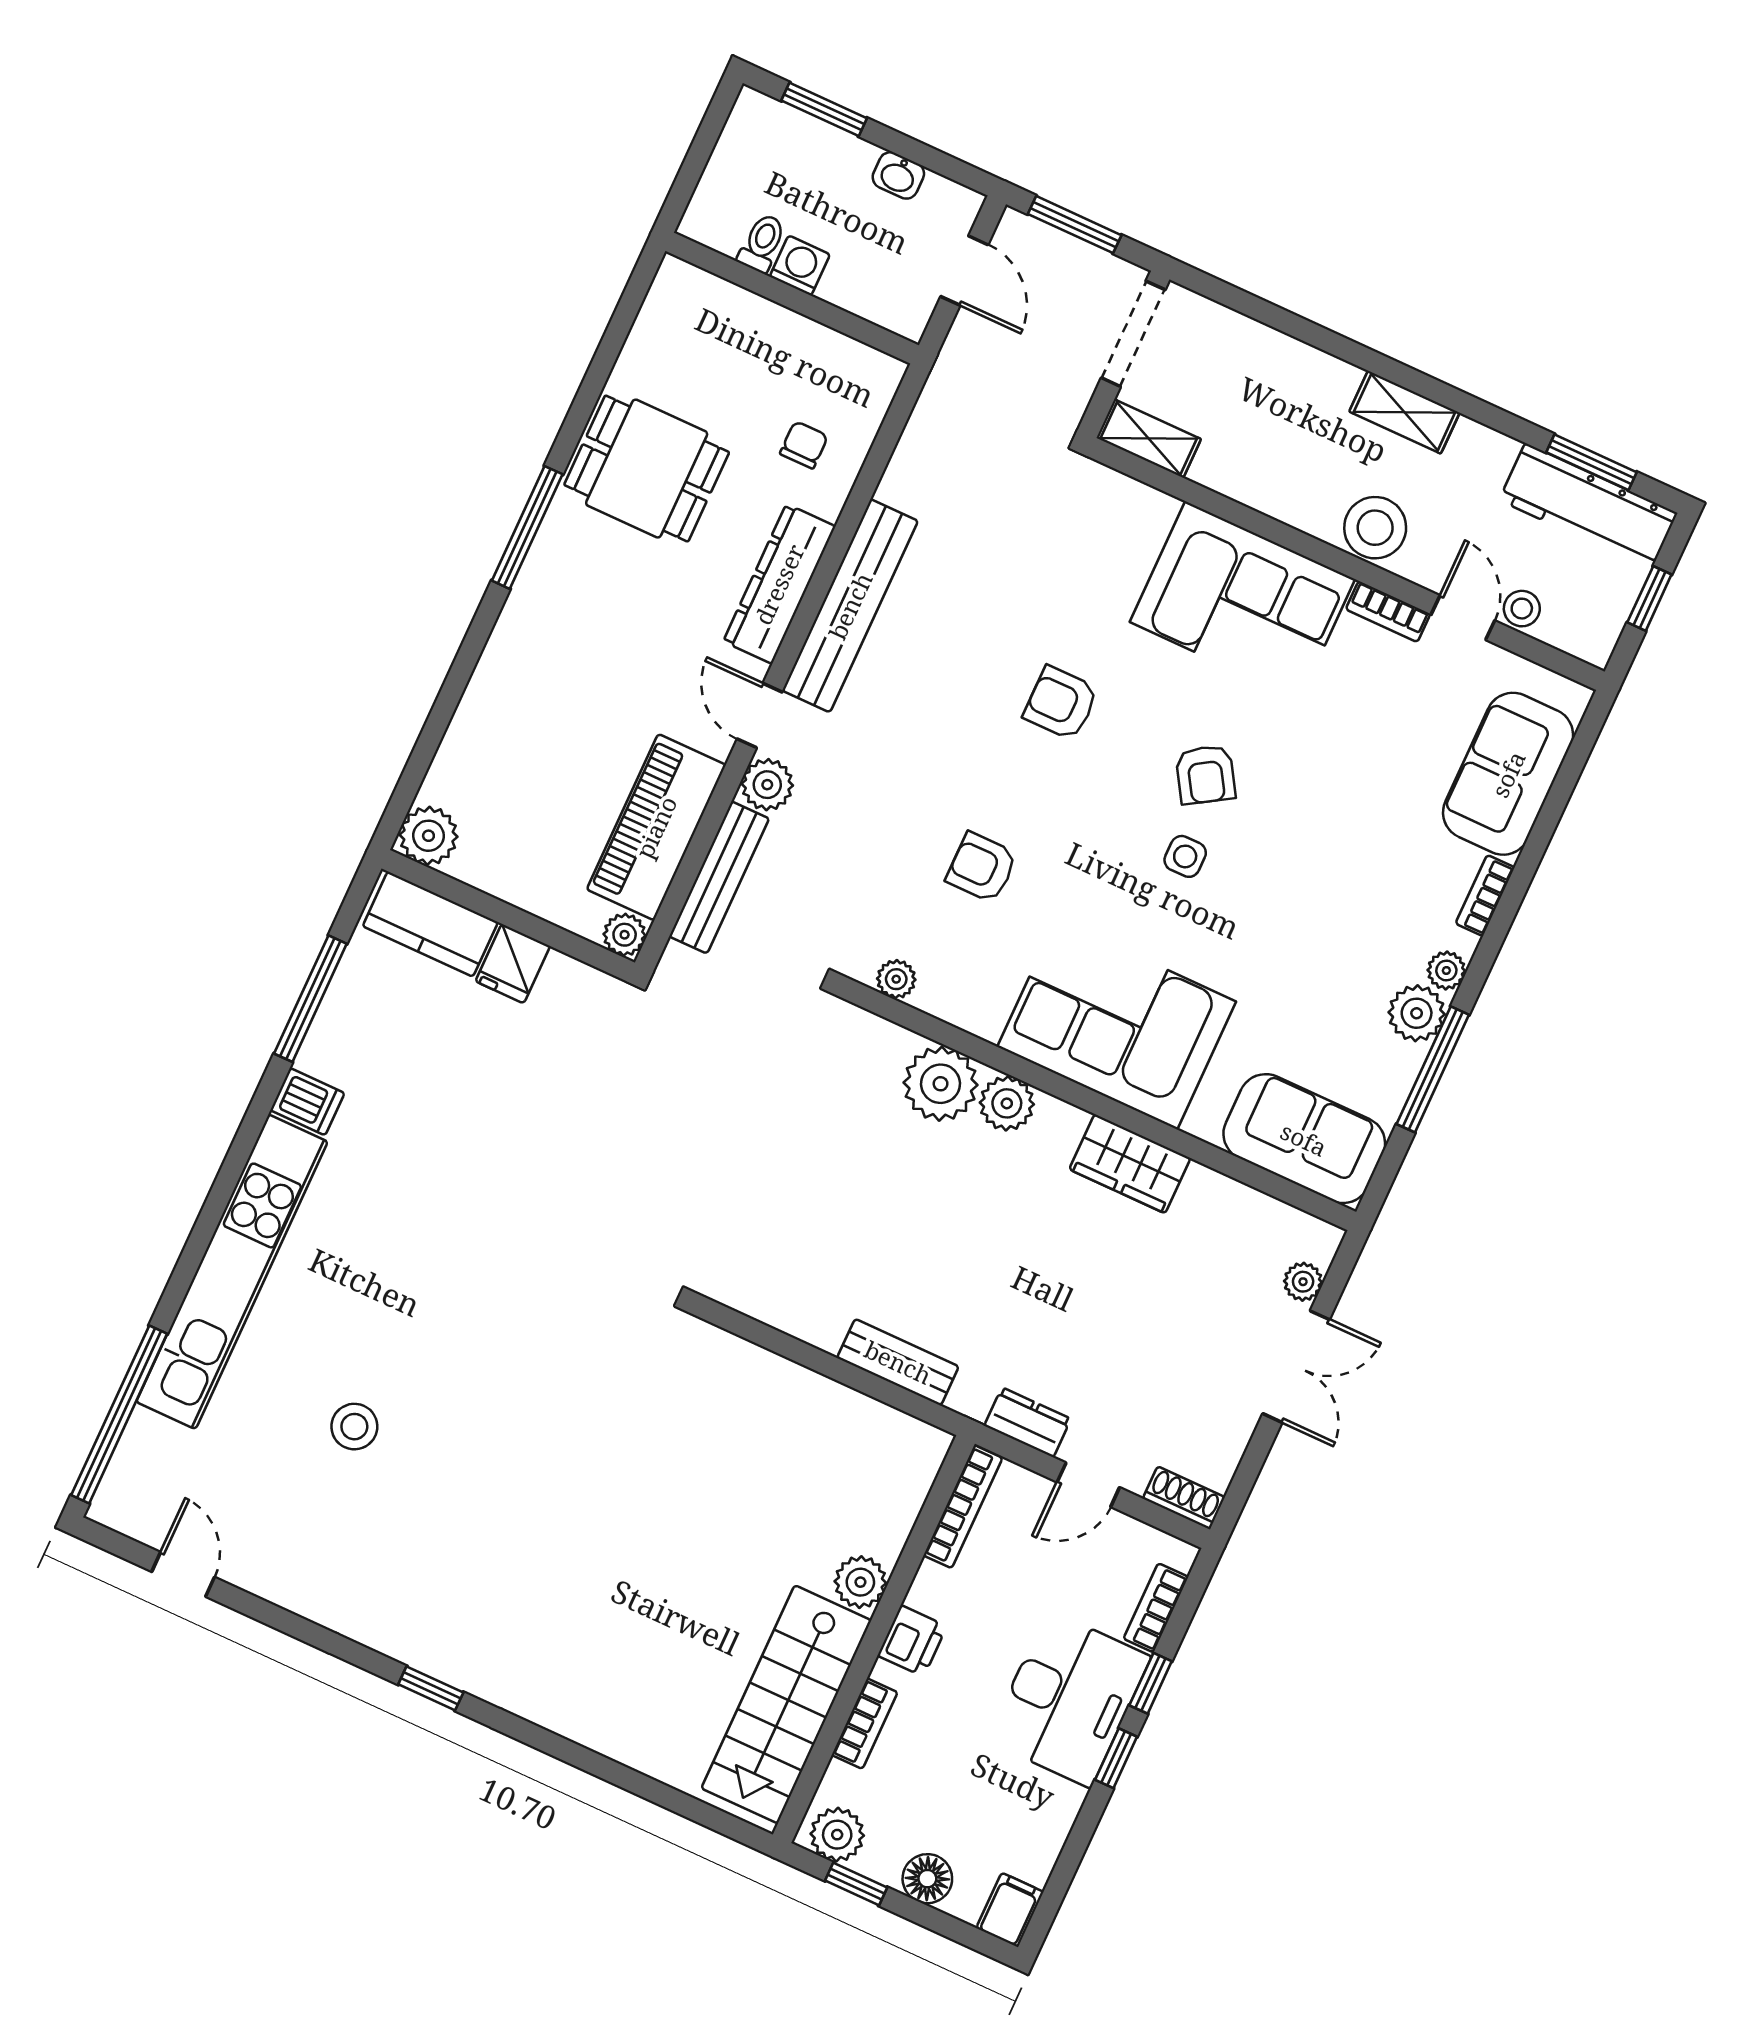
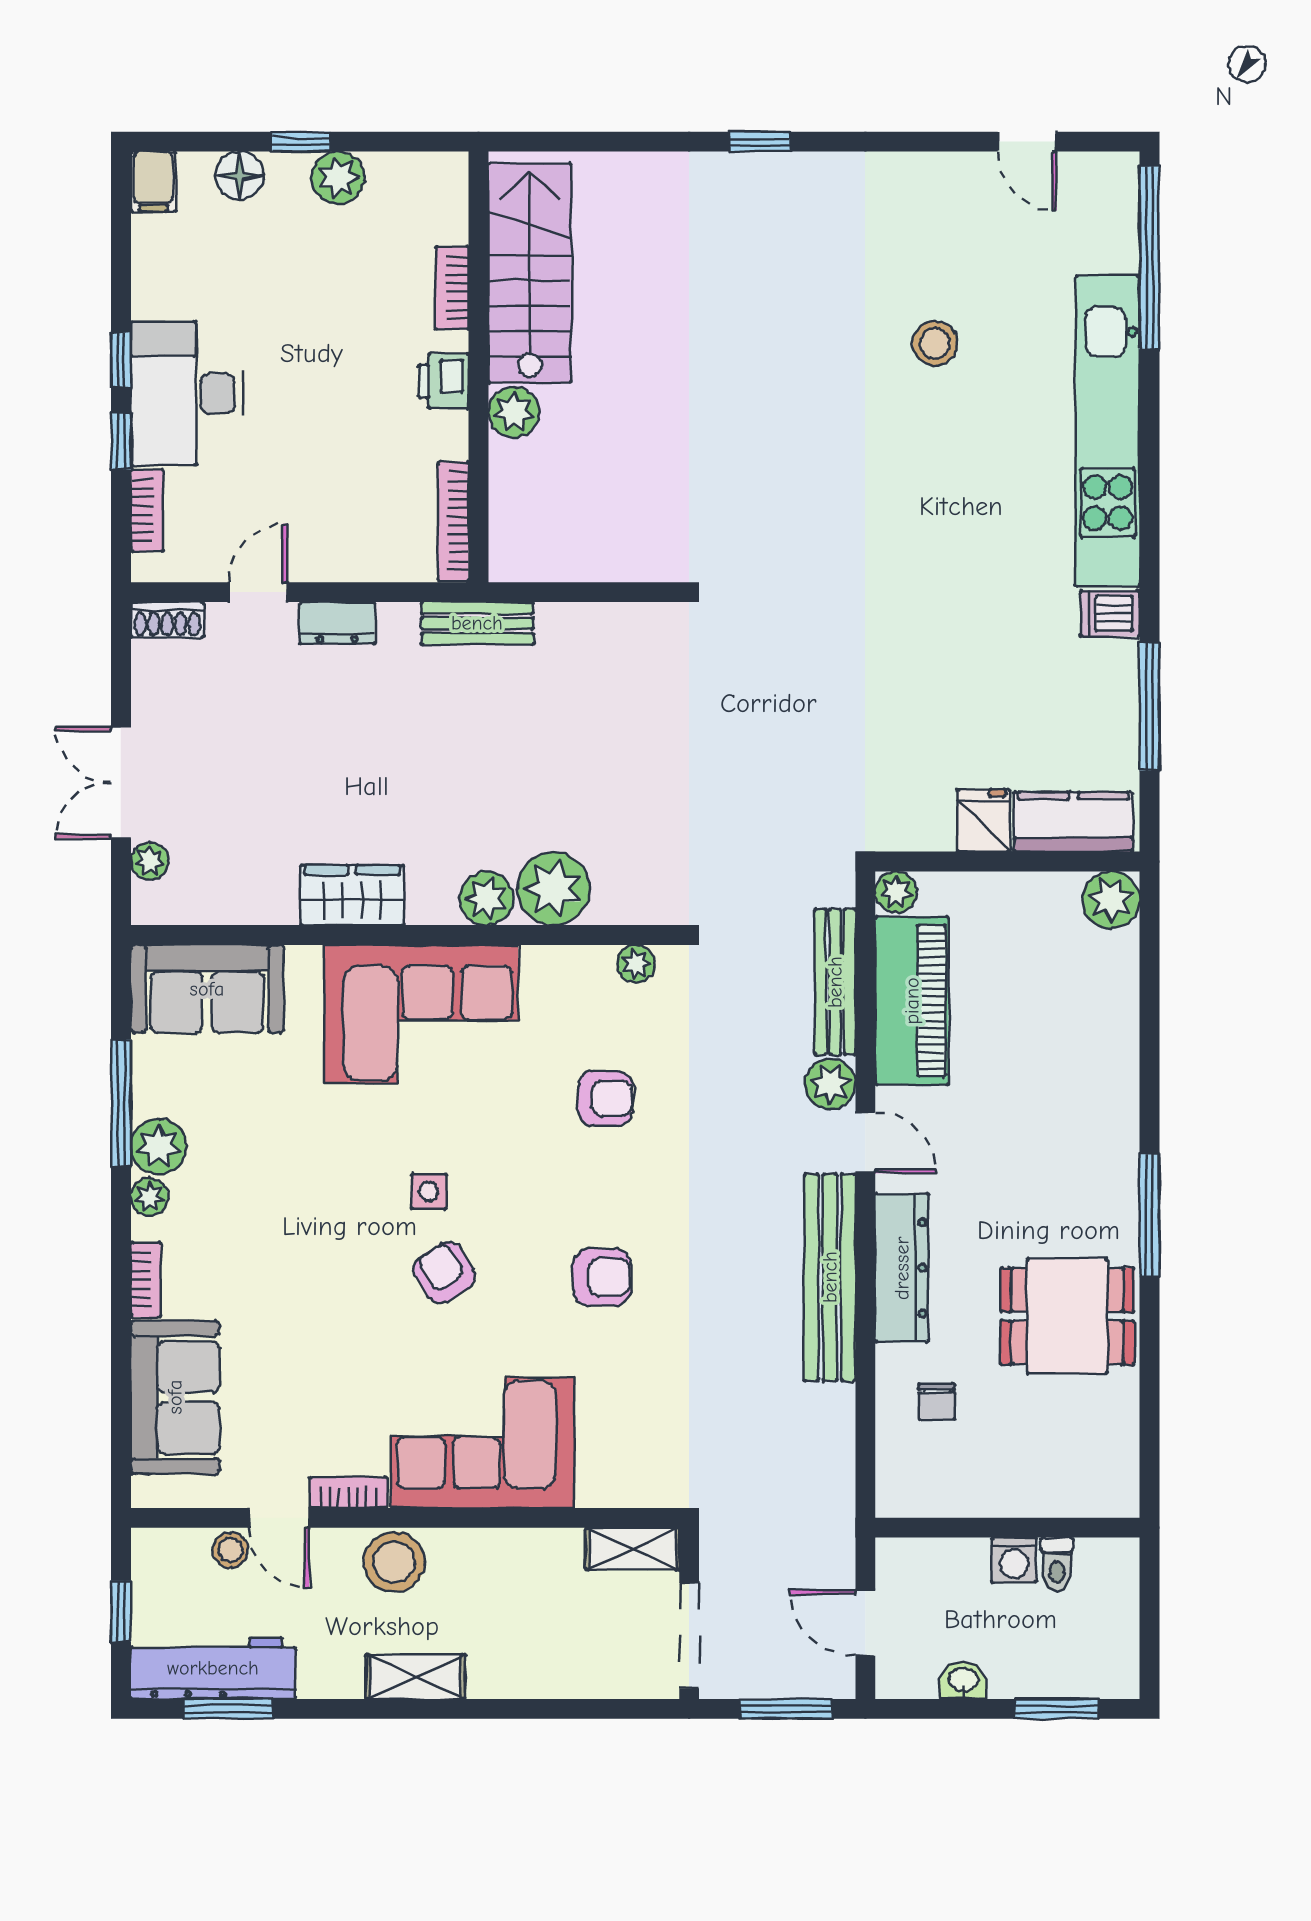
bookcase: (963, 1507) -> (453, 521), moved
plant: (860, 1582) -> (514, 412), moved
wall: (874, 1639) -> (479, 367), moved
printer: (912, 1641) -> (444, 381), moved
stairs: (786, 1704) -> (530, 273), moved
bookcase: (865, 1724) -> (452, 288), moved

